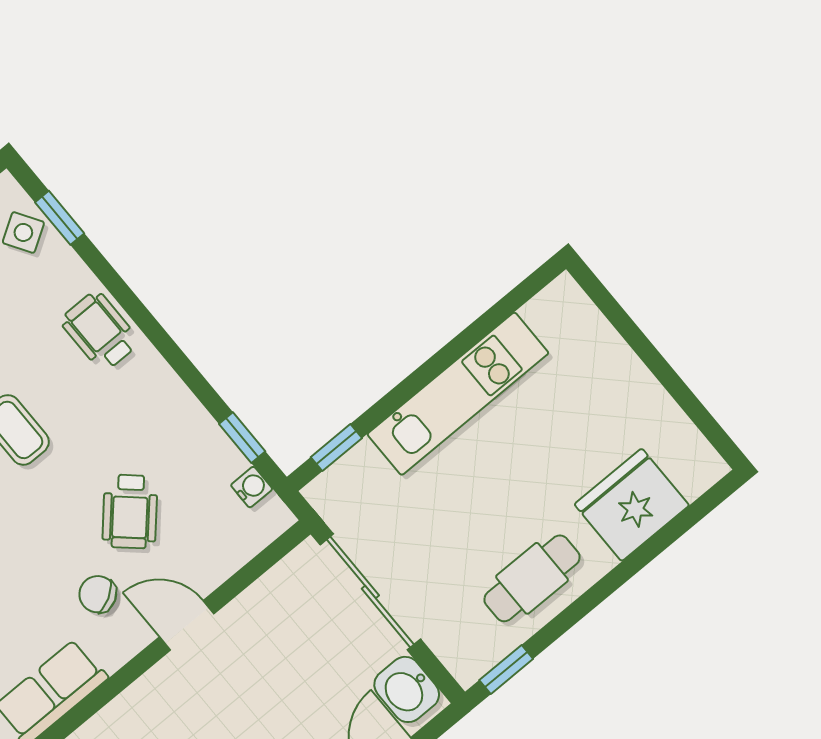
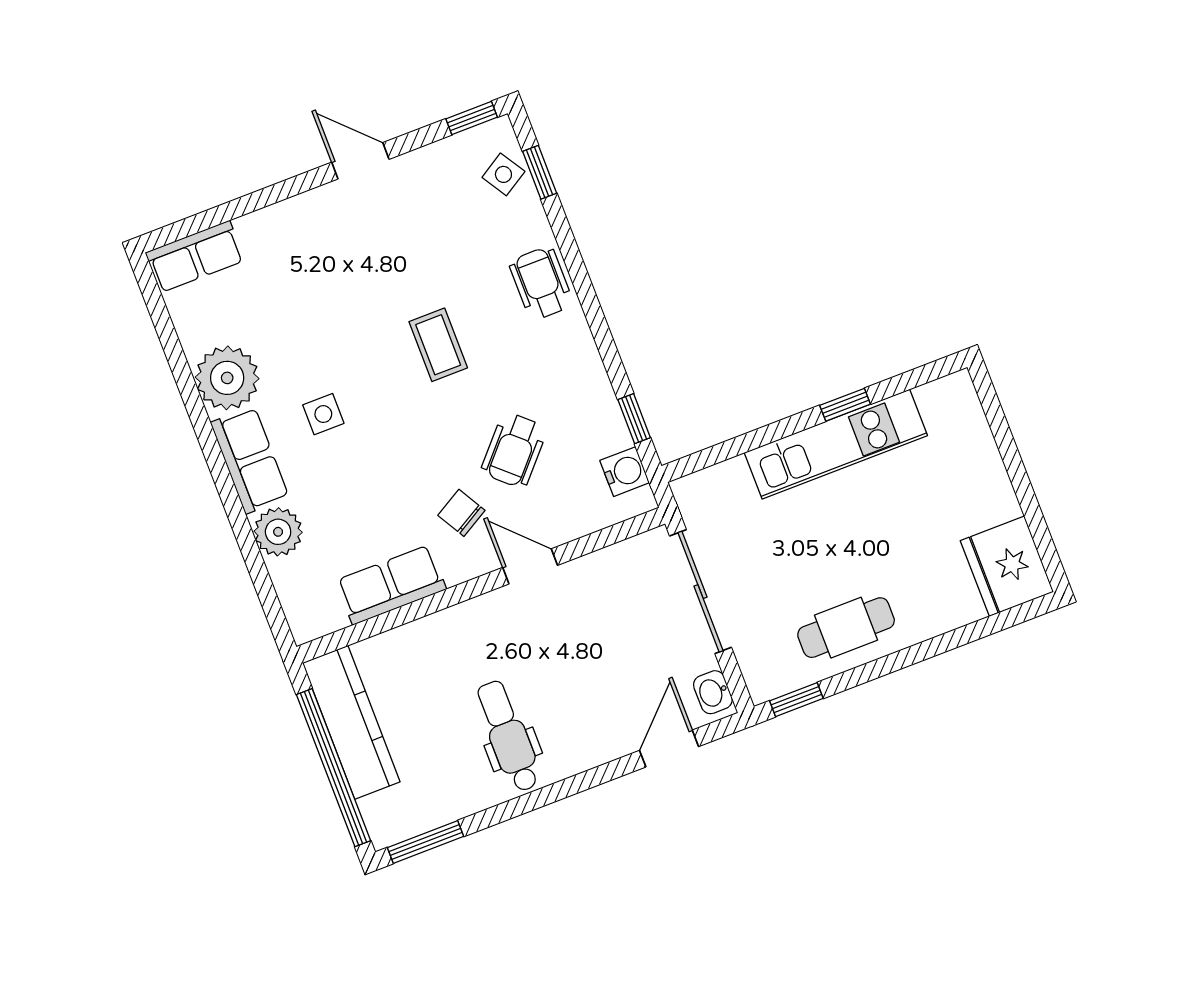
window: (336, 448) -> (845, 405), moved
water cooler: (252, 487) -> (625, 472), width x1.38, depth x1.38
fridge: (632, 505) -> (1007, 566), moved, turned -90
washbasin: (407, 689) -> (713, 692), width x0.72, depth x0.69

